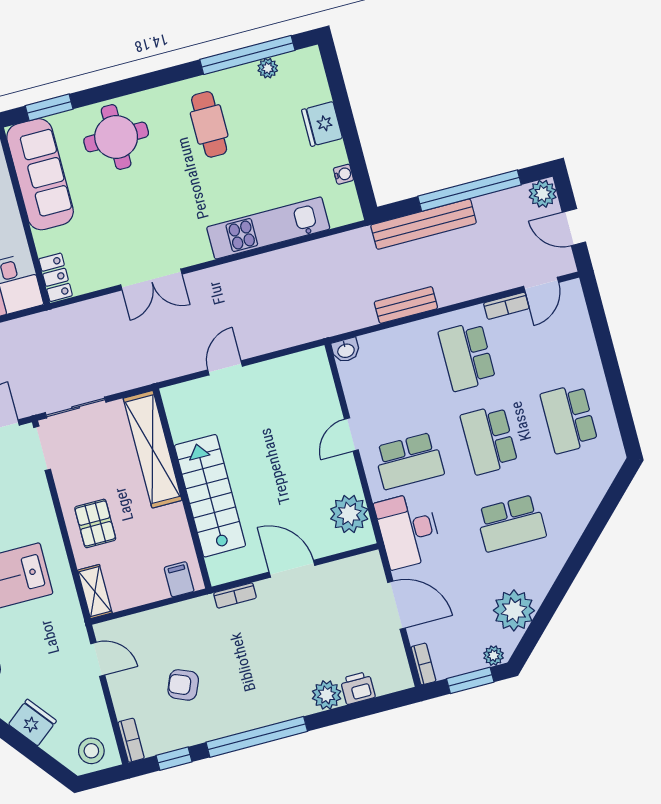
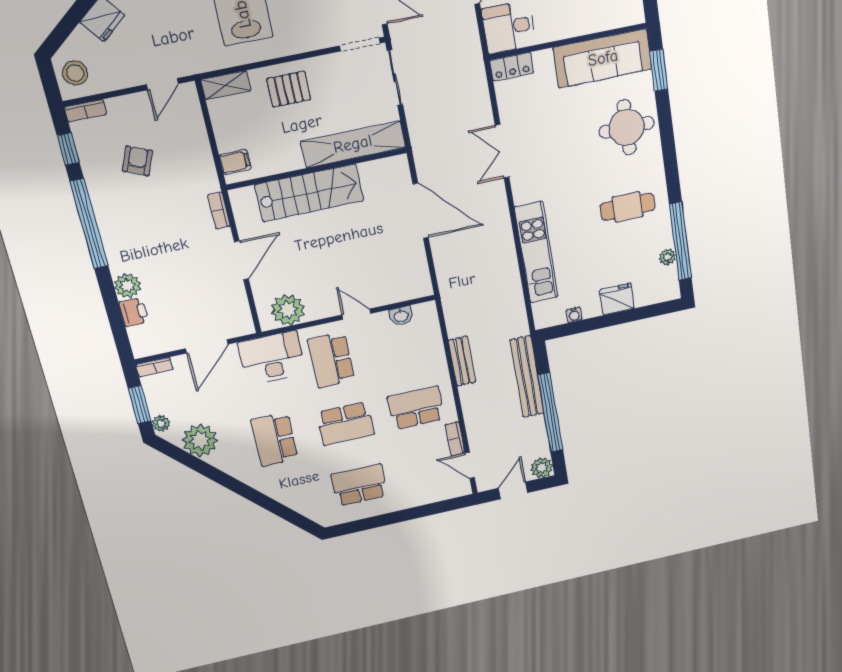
washbasin: (346, 350) -> (401, 316), moved, turned -90
door: (225, 368) -> (421, 211), width x1.88
school desk: (489, 440) -> (345, 424), turned 180

